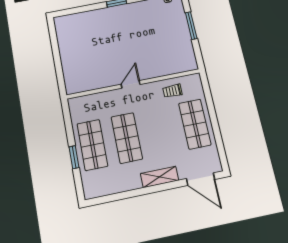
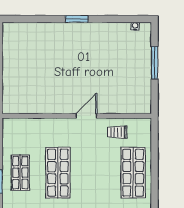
door: (131, 84) -> (86, 116), moved
shop shelf: (92, 145) -> (20, 173), width x0.70, depth x0.74

